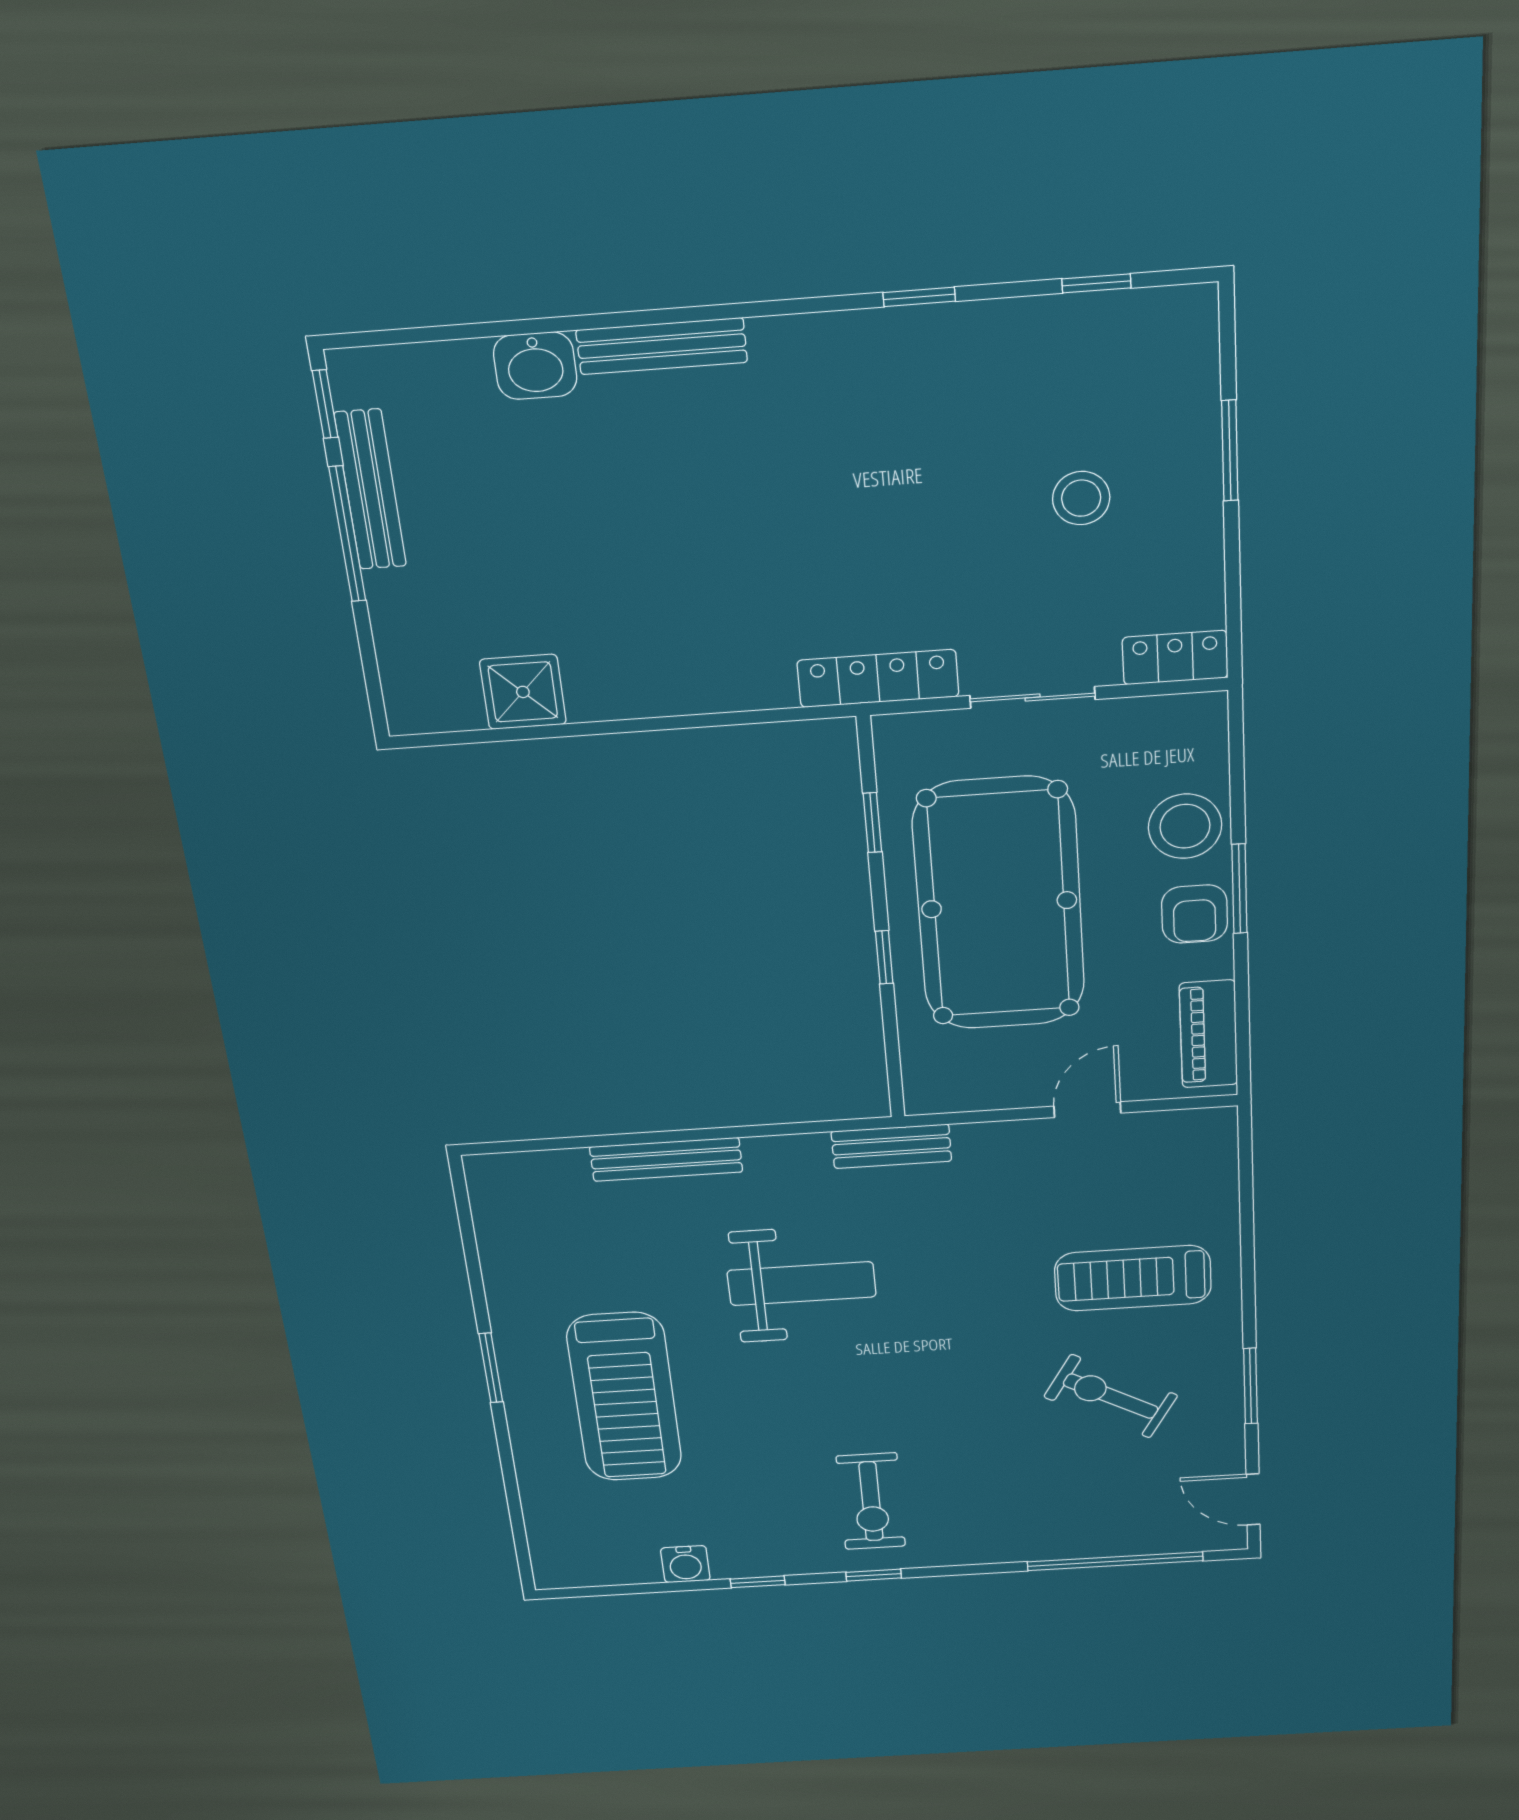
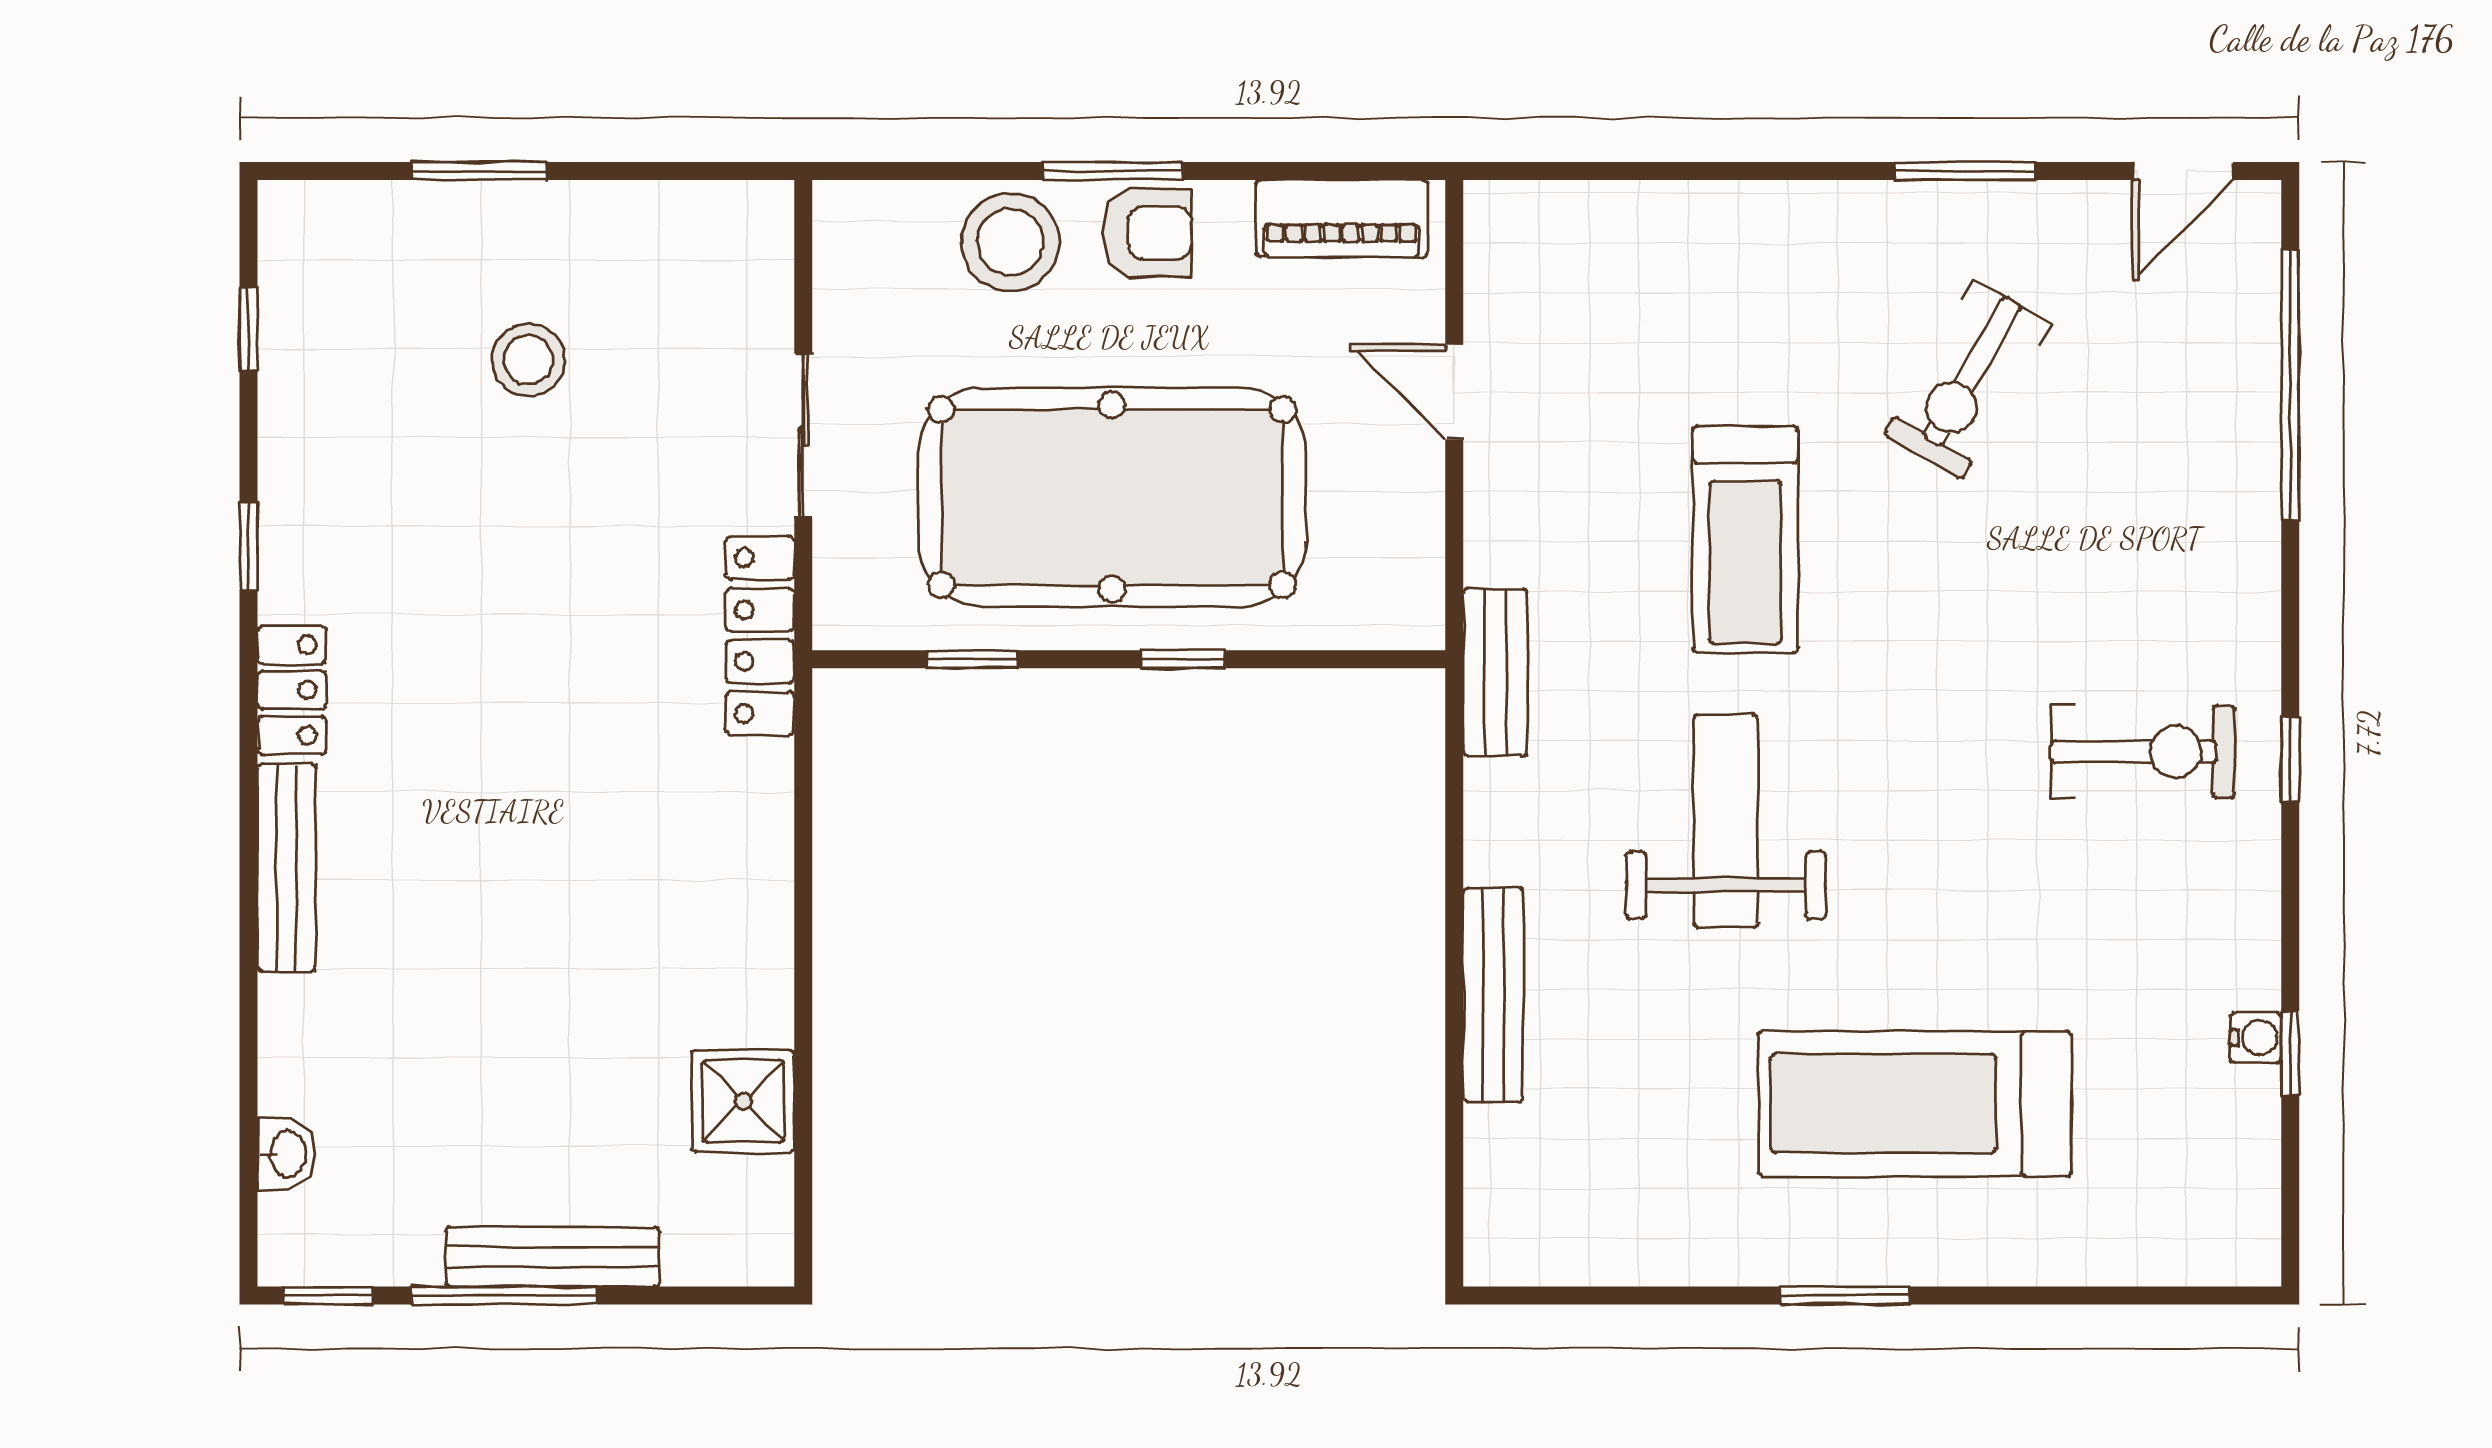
washbasin: (535, 366) -> (286, 1154), moved, width x0.72, depth x0.69
bench: (370, 490) -> (553, 1257), moved
locker: (1175, 658) -> (292, 690), moved, turned 180
treadmill: (1133, 1278) -> (1745, 540), moved
treadmill: (624, 1397) -> (1915, 1104), turned 180
water cooler: (685, 1564) -> (2256, 1038), width x0.72, depth x0.72
window: (758, 1582) -> (2290, 1053), moved

